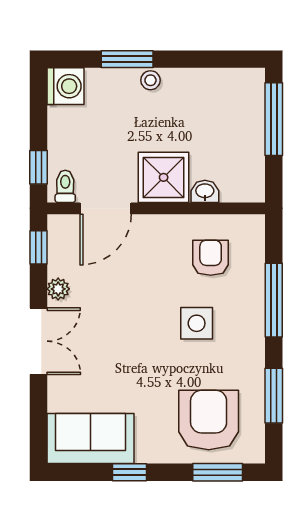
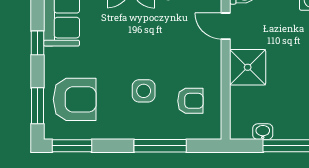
washbasin: (205, 191) -> (263, 132), moved, turned -90
door: (106, 208) -> (226, 26), width x0.73
window: (274, 396) -> (72, 146), moved

